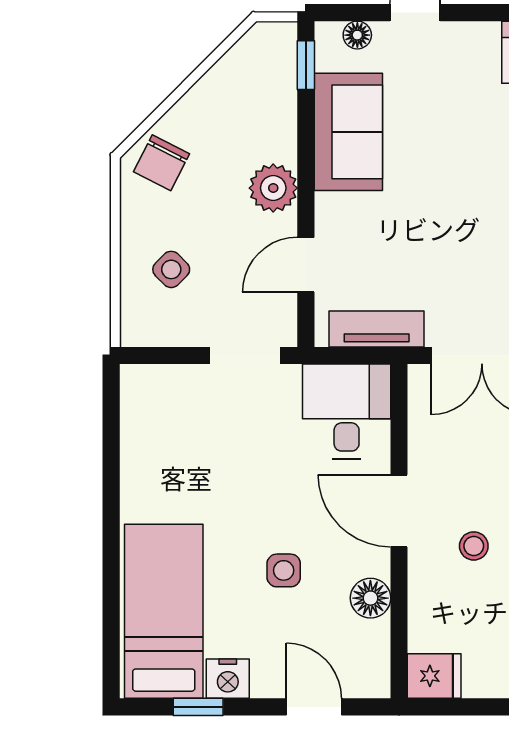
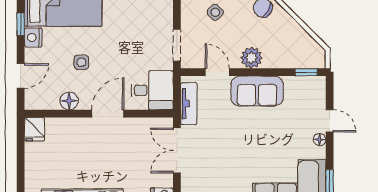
floor lamp: (357, 35) -> (320, 140), moved
sofa: (348, 132) -> (257, 91), moved
stool: (474, 546) -> (92, 147), removed

